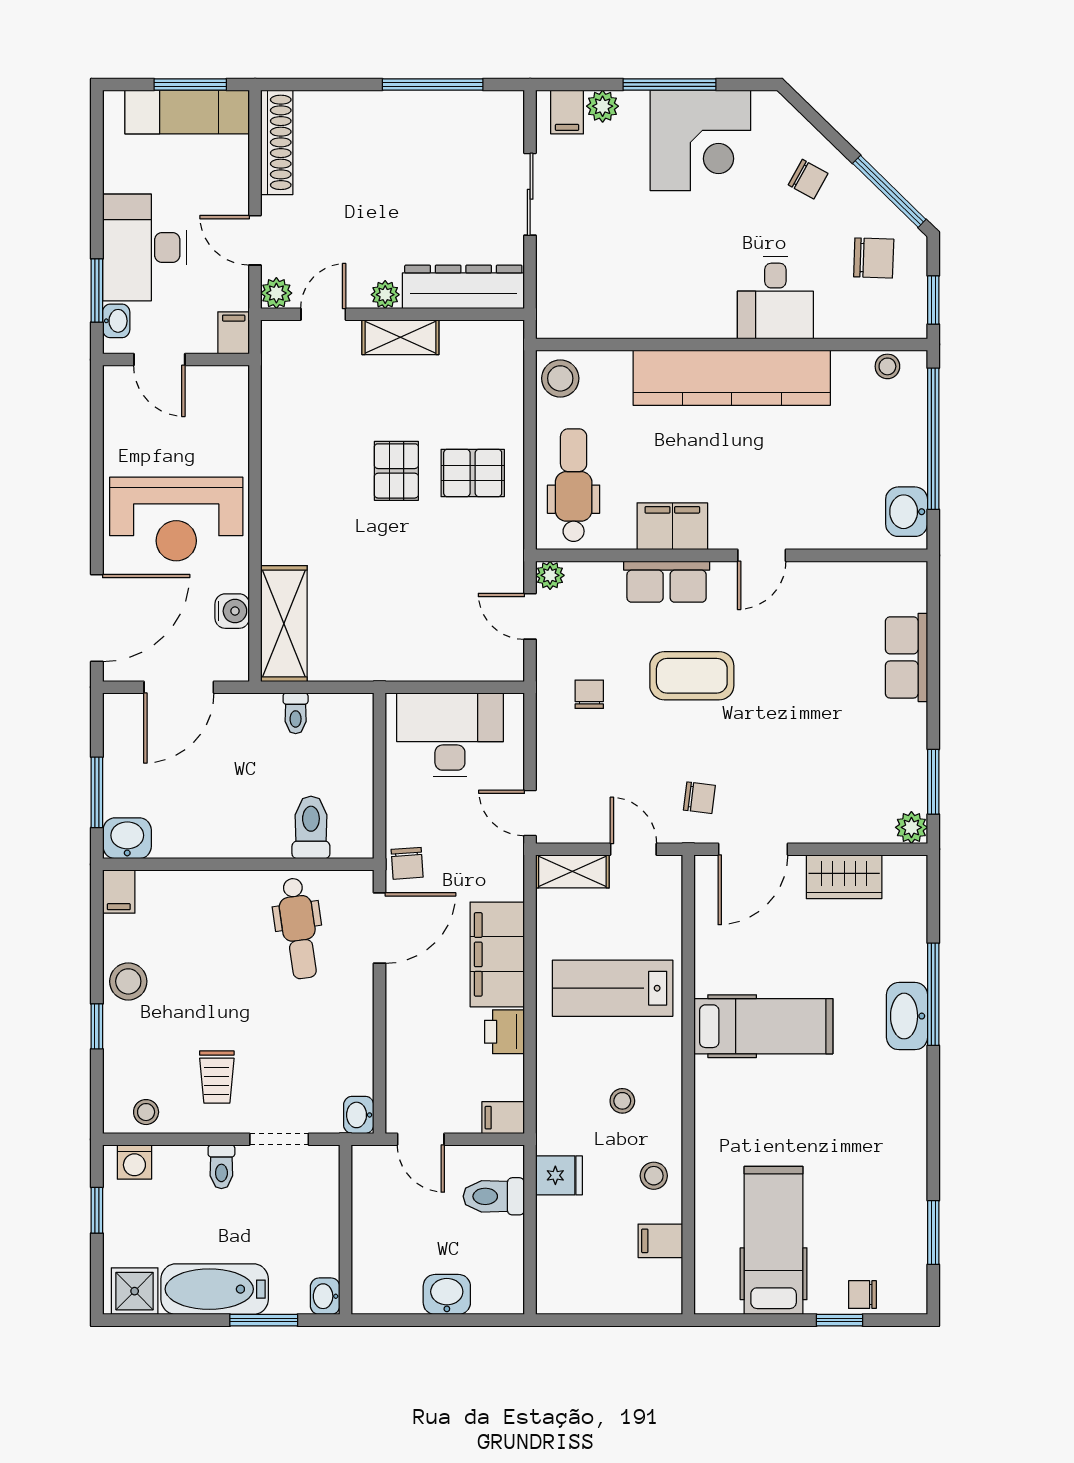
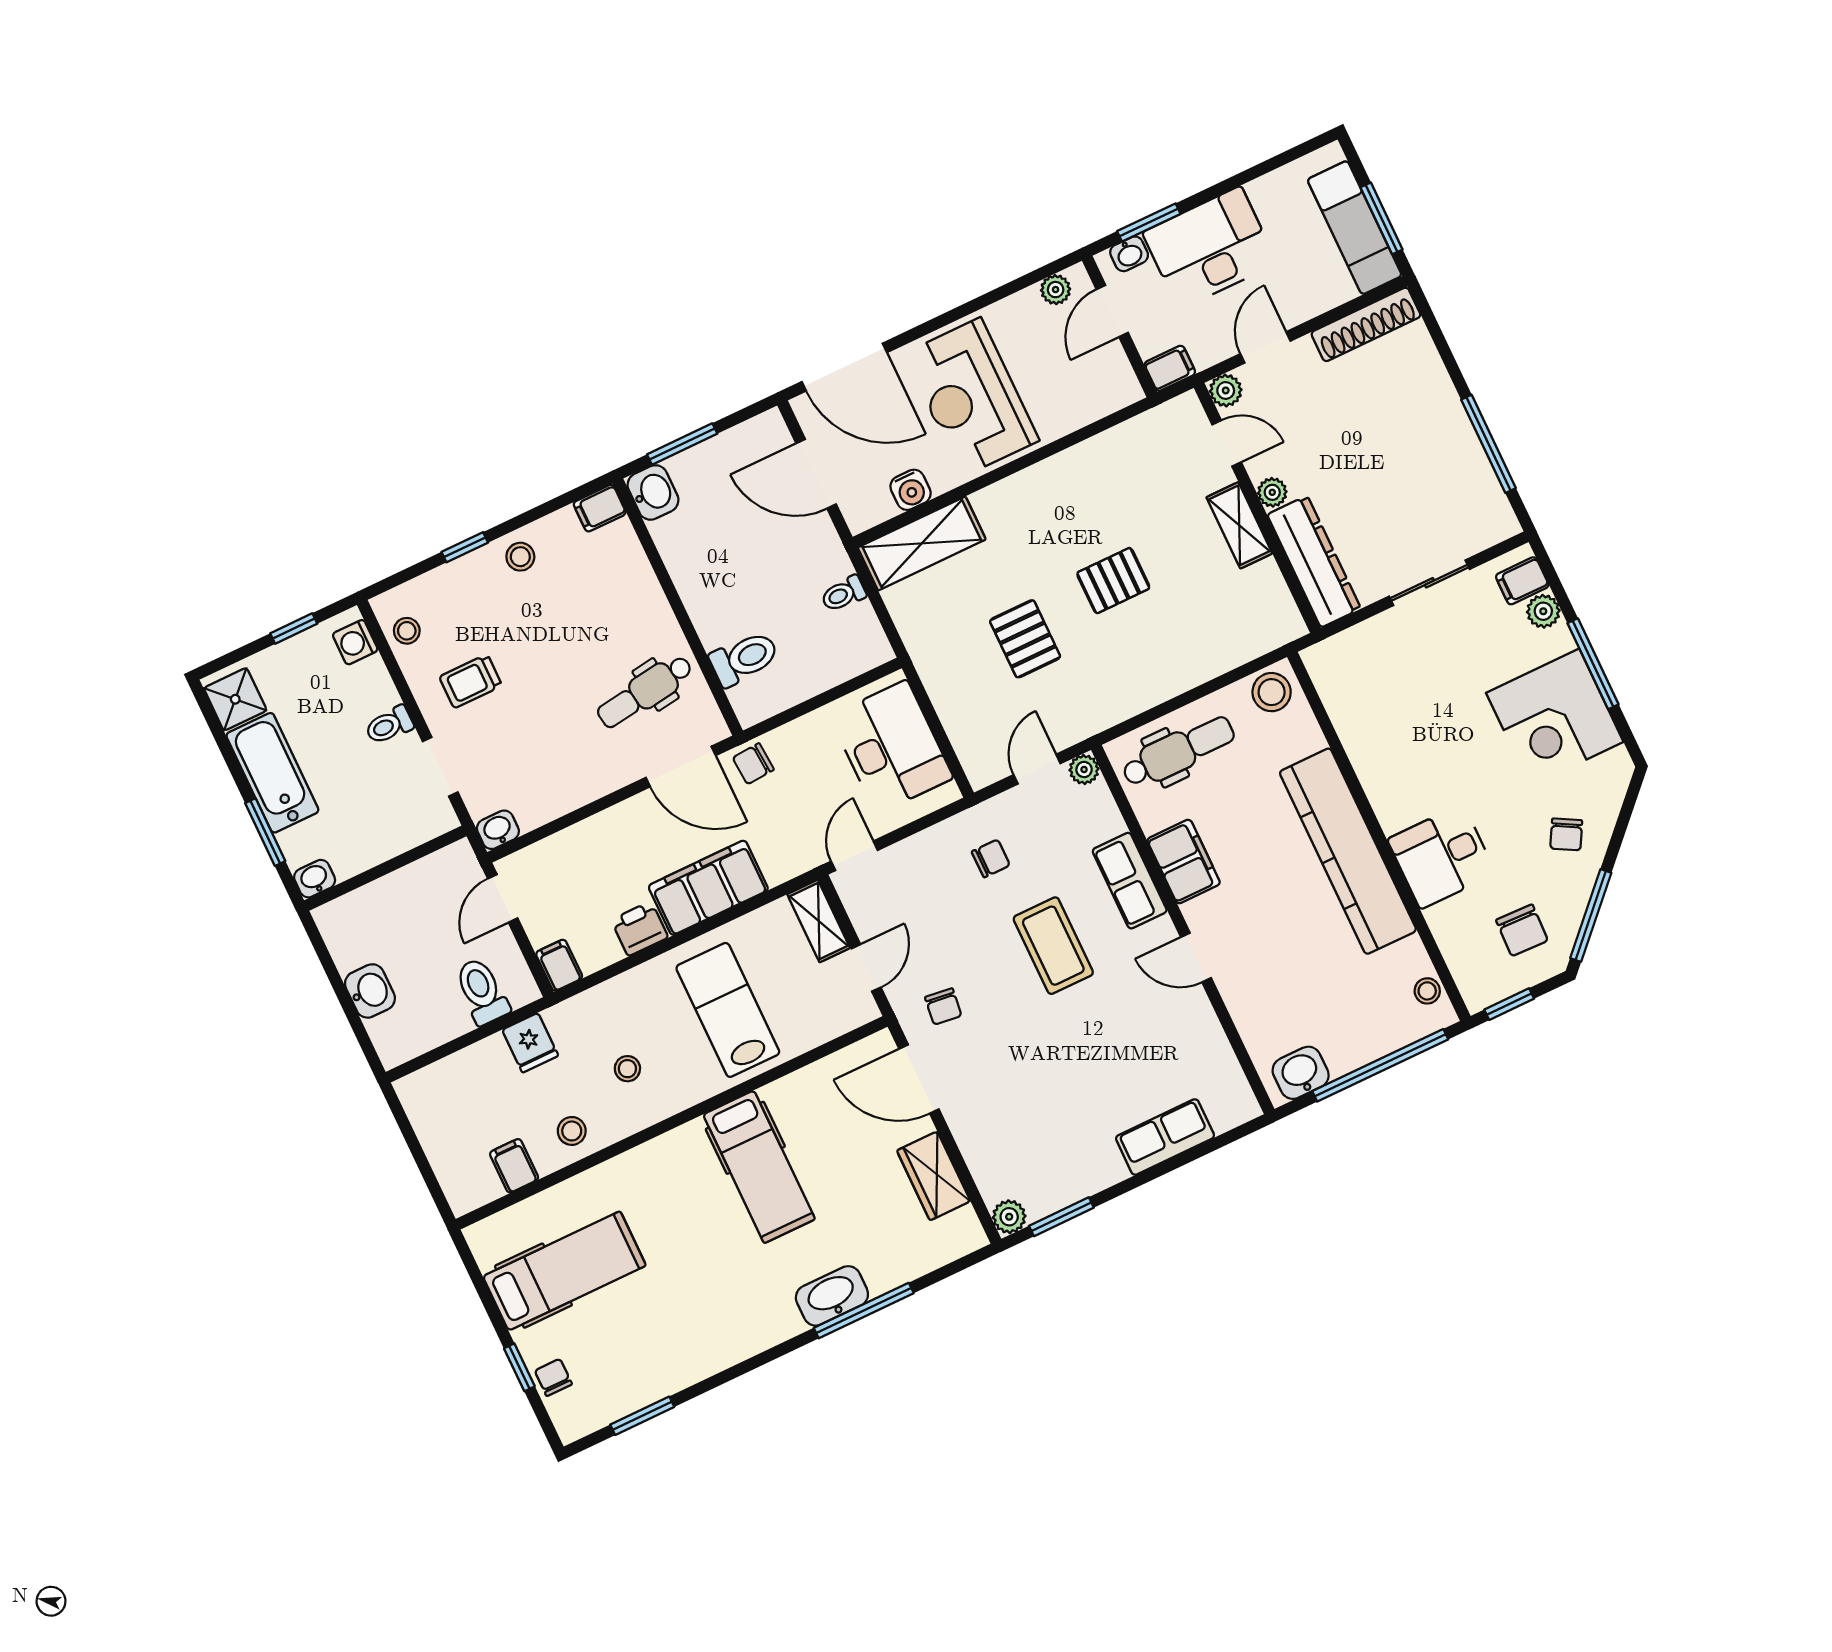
plant: (117, 400) -> (1056, 290), added
pallet: (473, 473) -> (1025, 639), moved
stool: (128, 981) -> (520, 557), width x0.73, depth x0.73

